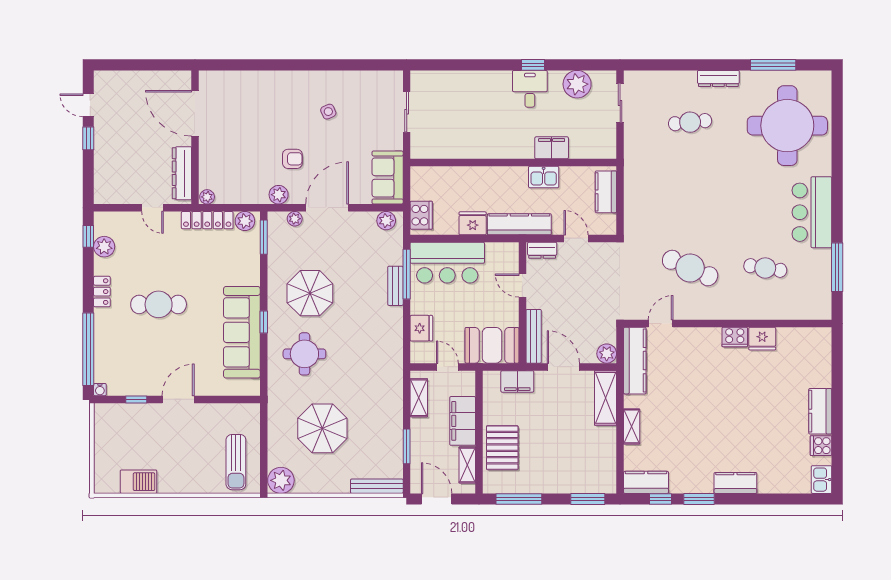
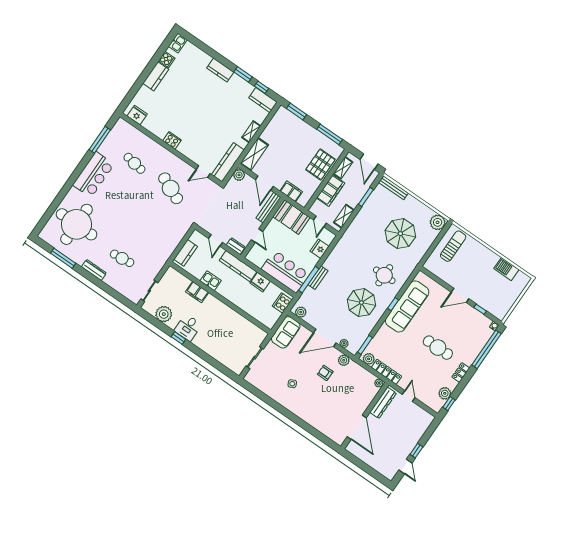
fridge: (762, 339) -> (137, 115), moved

